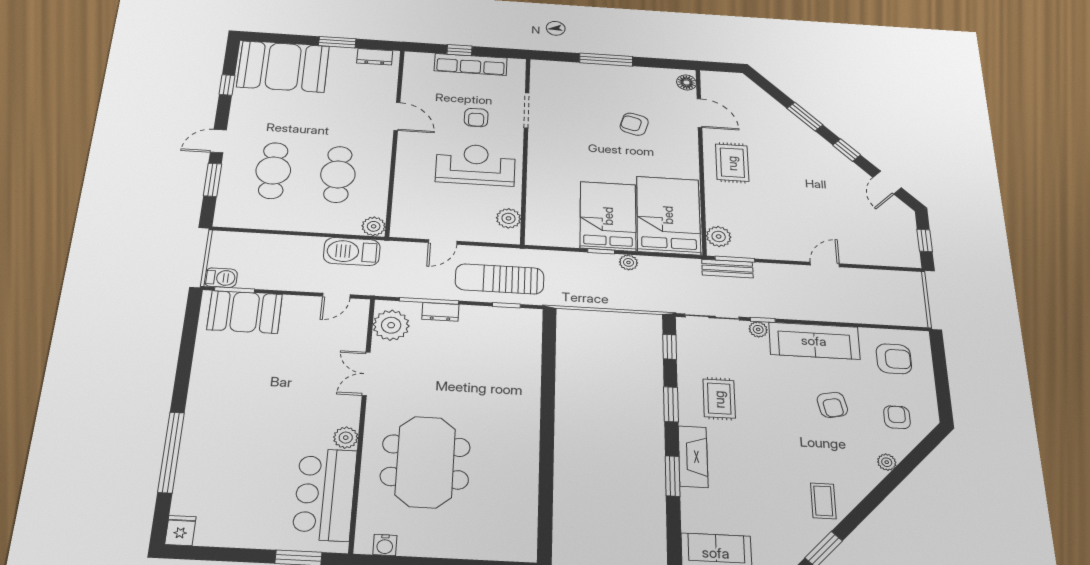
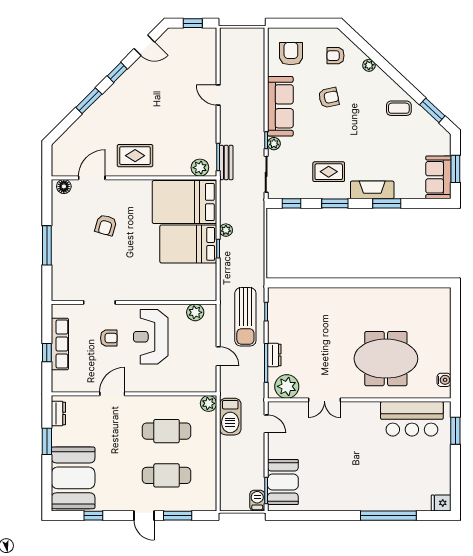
plant: (346, 438) -> (372, 409), removed

